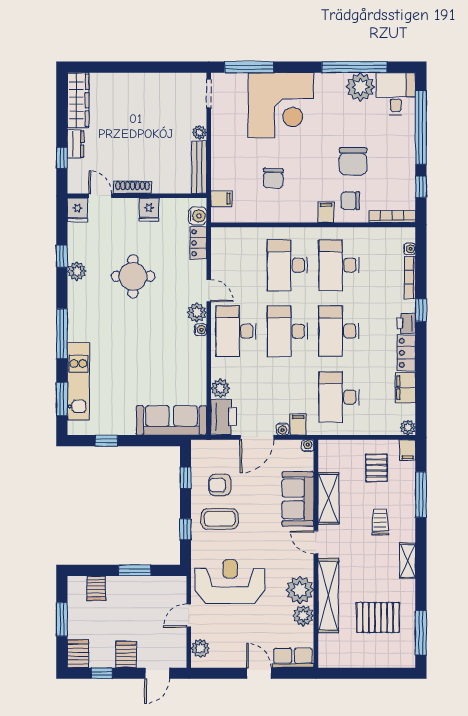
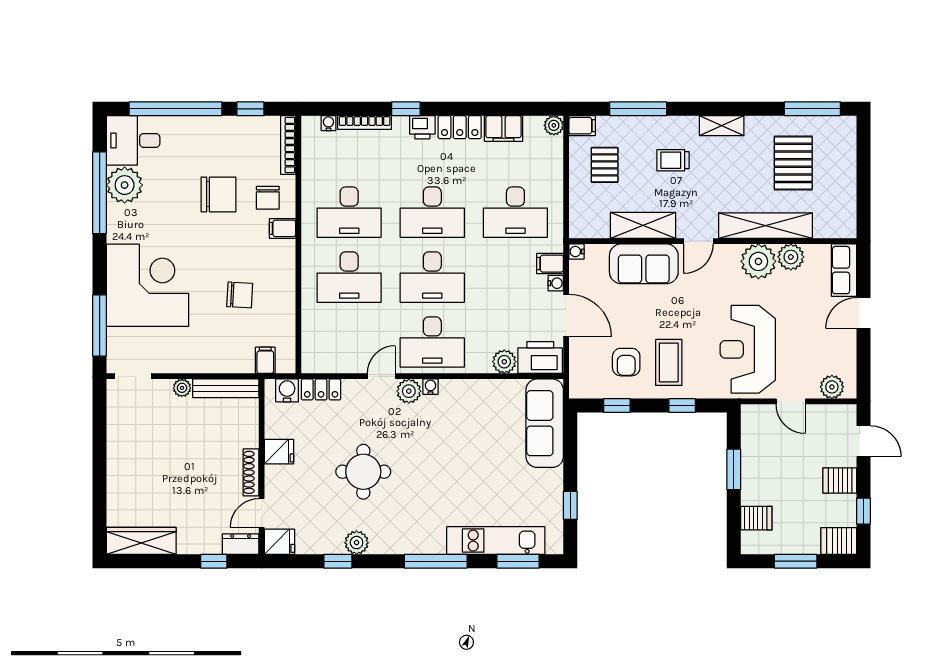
dresser: (76, 144) -> (241, 544), moved
pallet: (376, 468) -> (605, 165), turned 90

